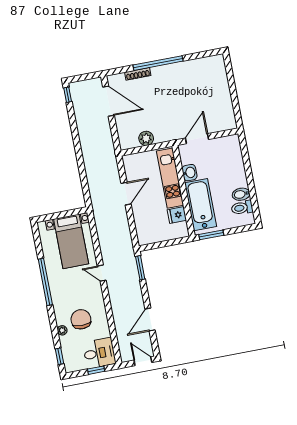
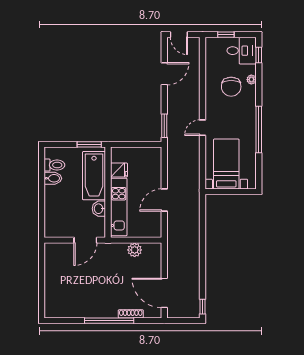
door: (102, 273) -> (203, 128), swing flipped
desk: (99, 353) -> (242, 51), moved, turned 180

